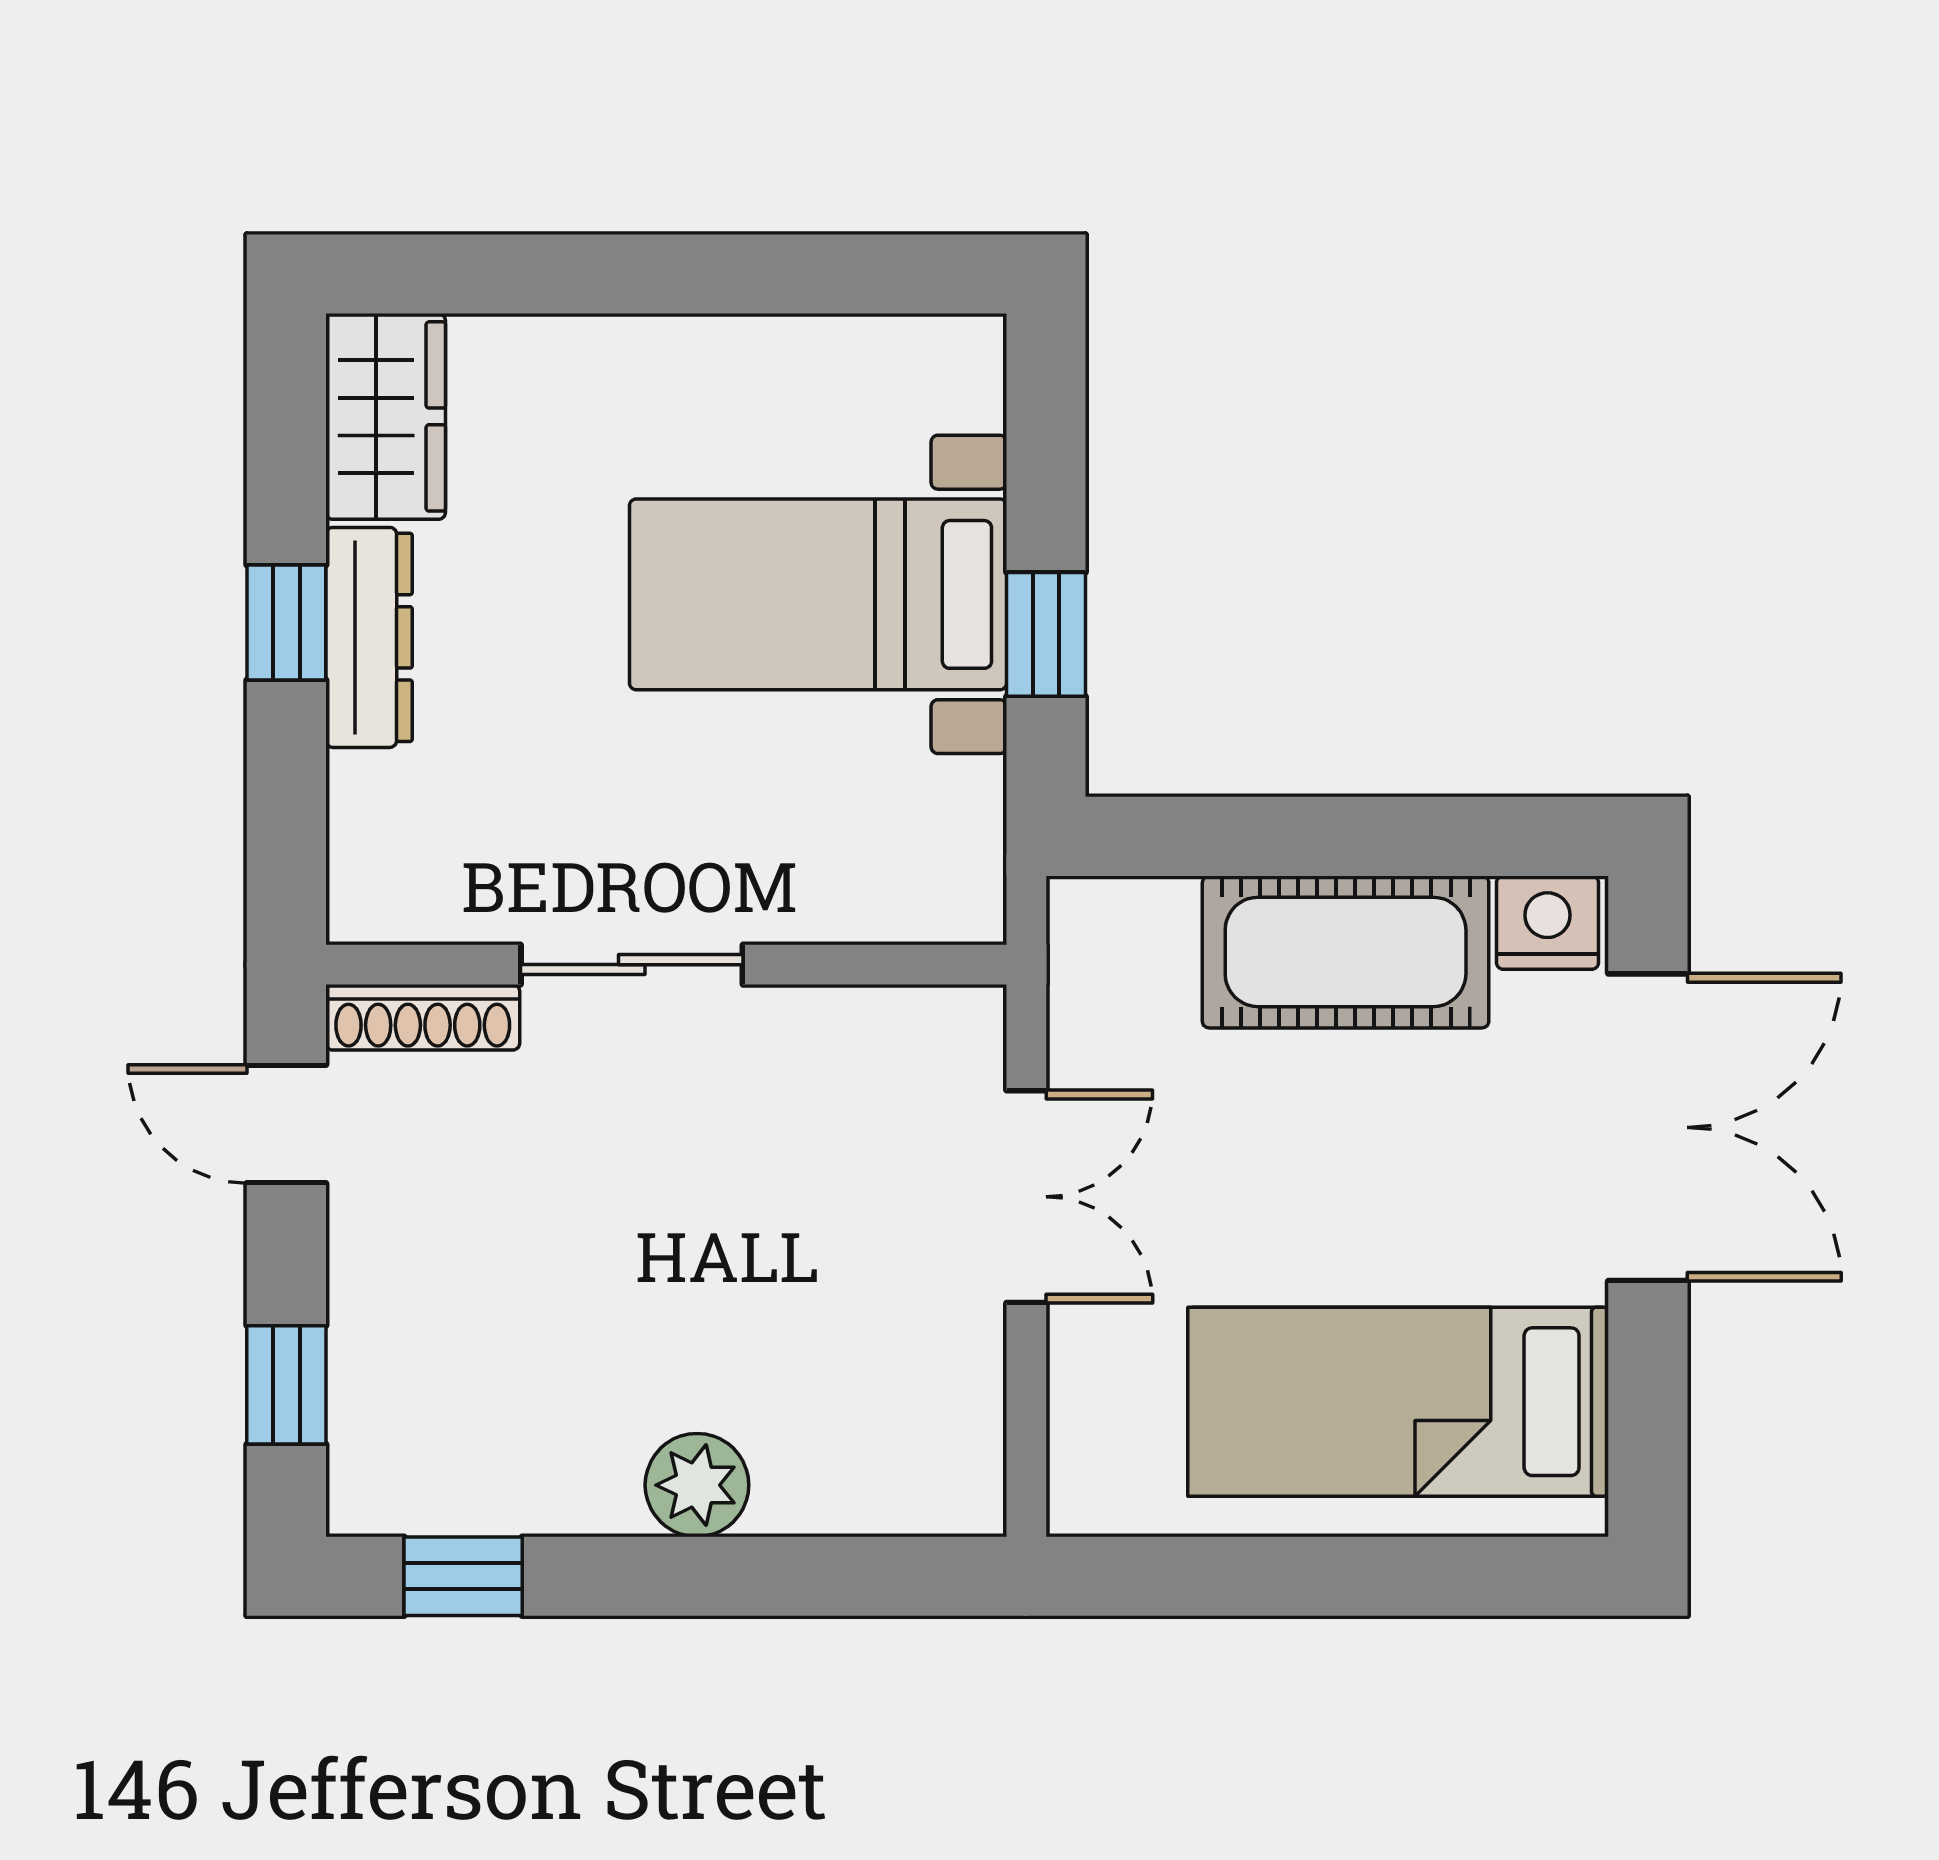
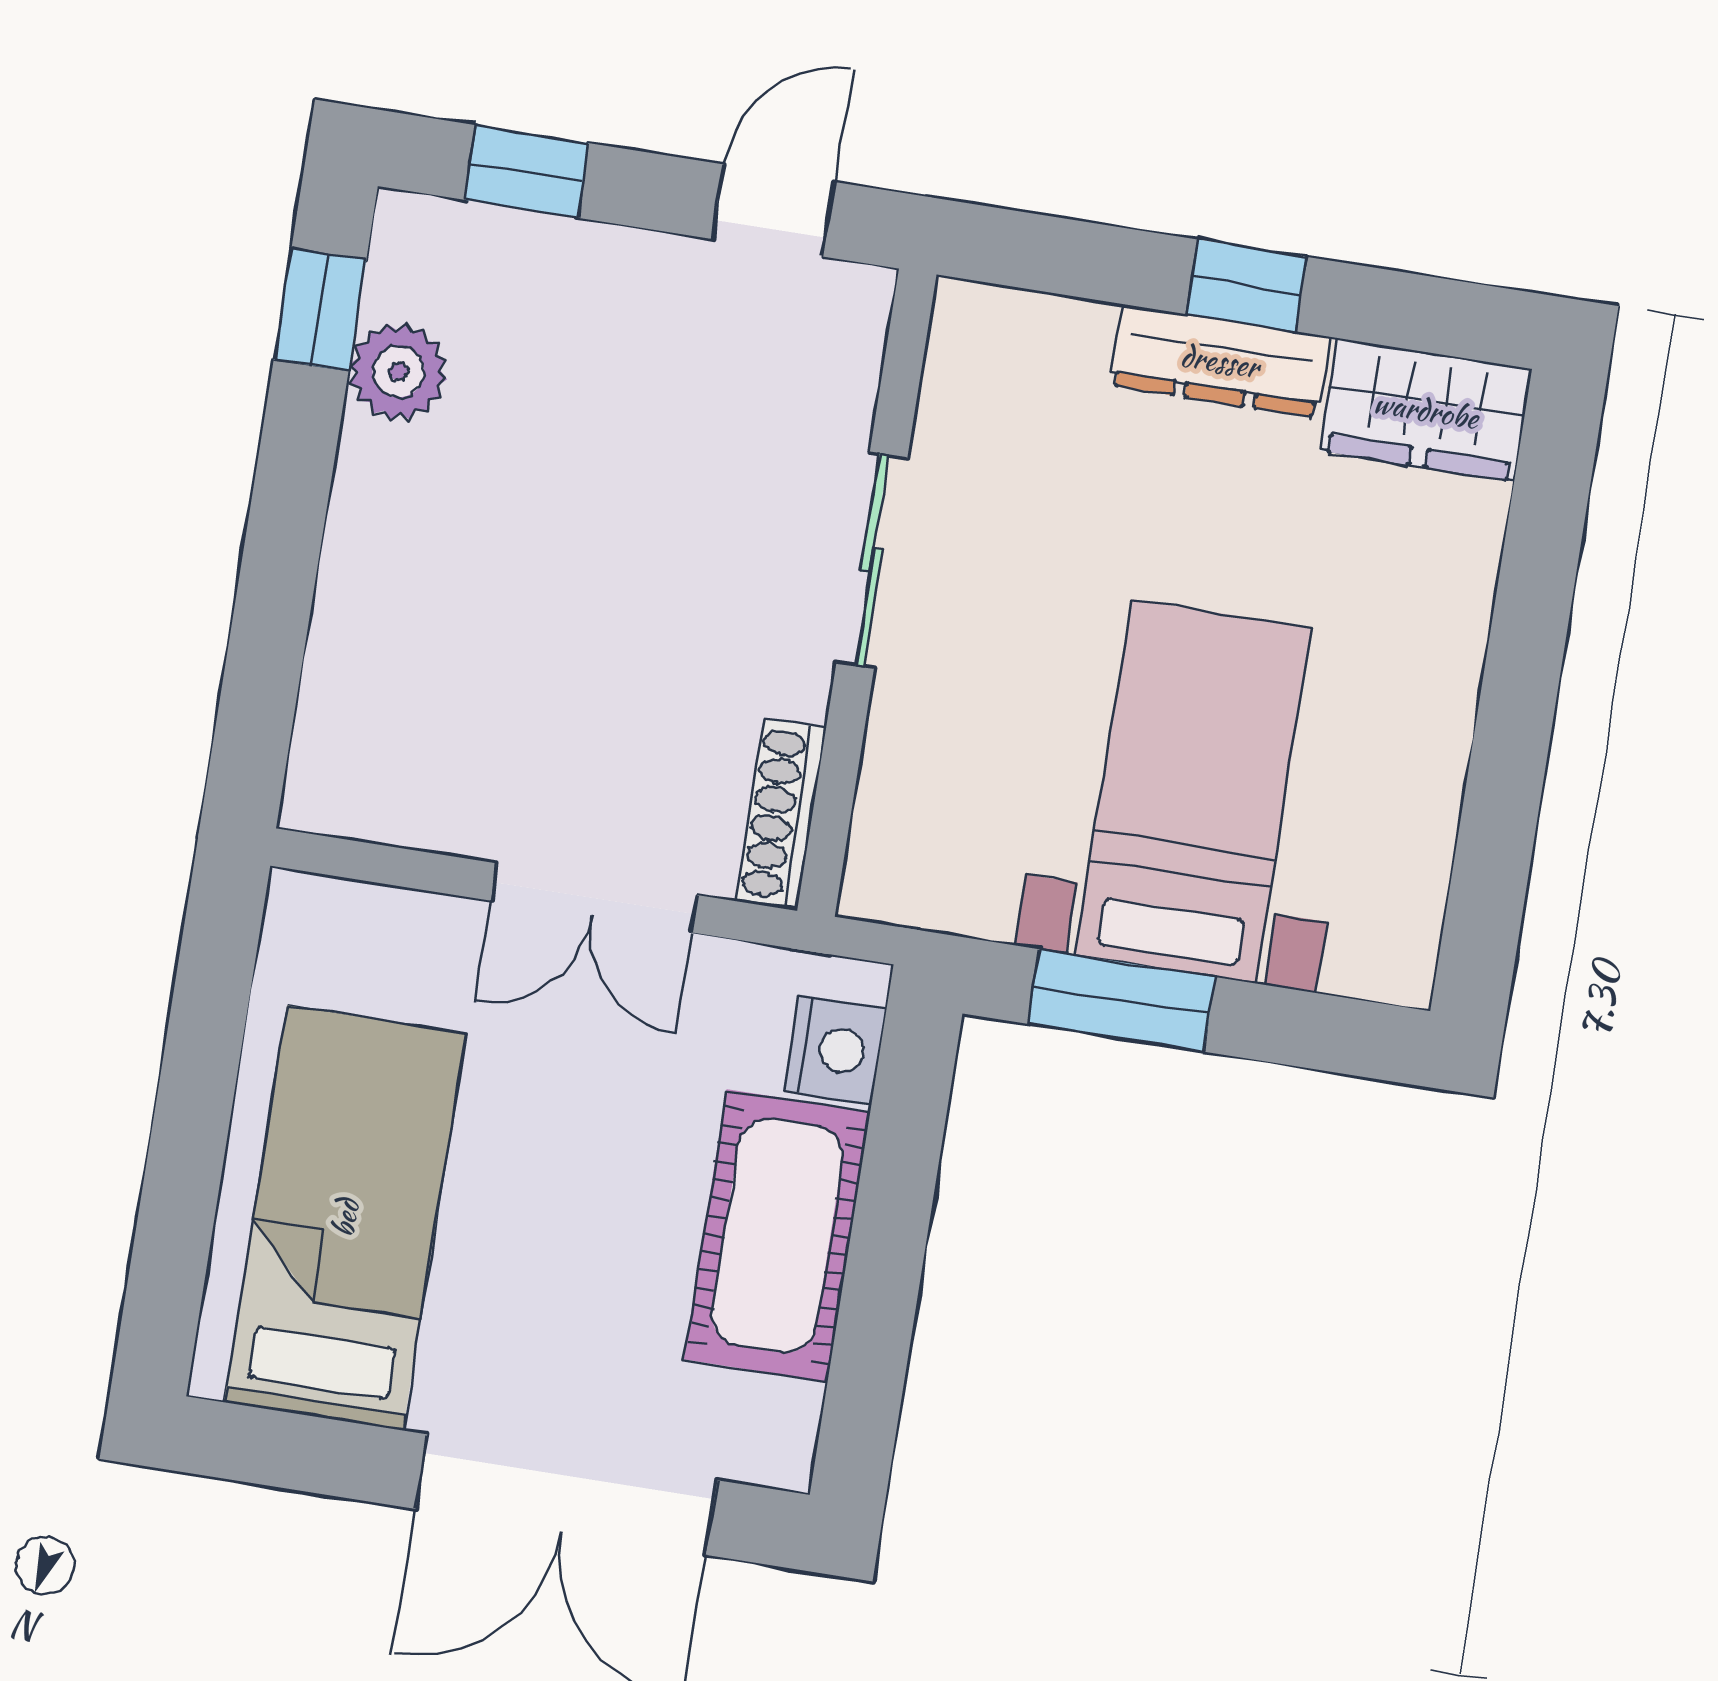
window: (1046, 634) -> (1122, 1000), width x1.50
nightstand: (1547, 923) -> (835, 1049), moved
shoe rack: (423, 1017) -> (781, 815), moved
plant: (697, 1485) -> (398, 372), moved

